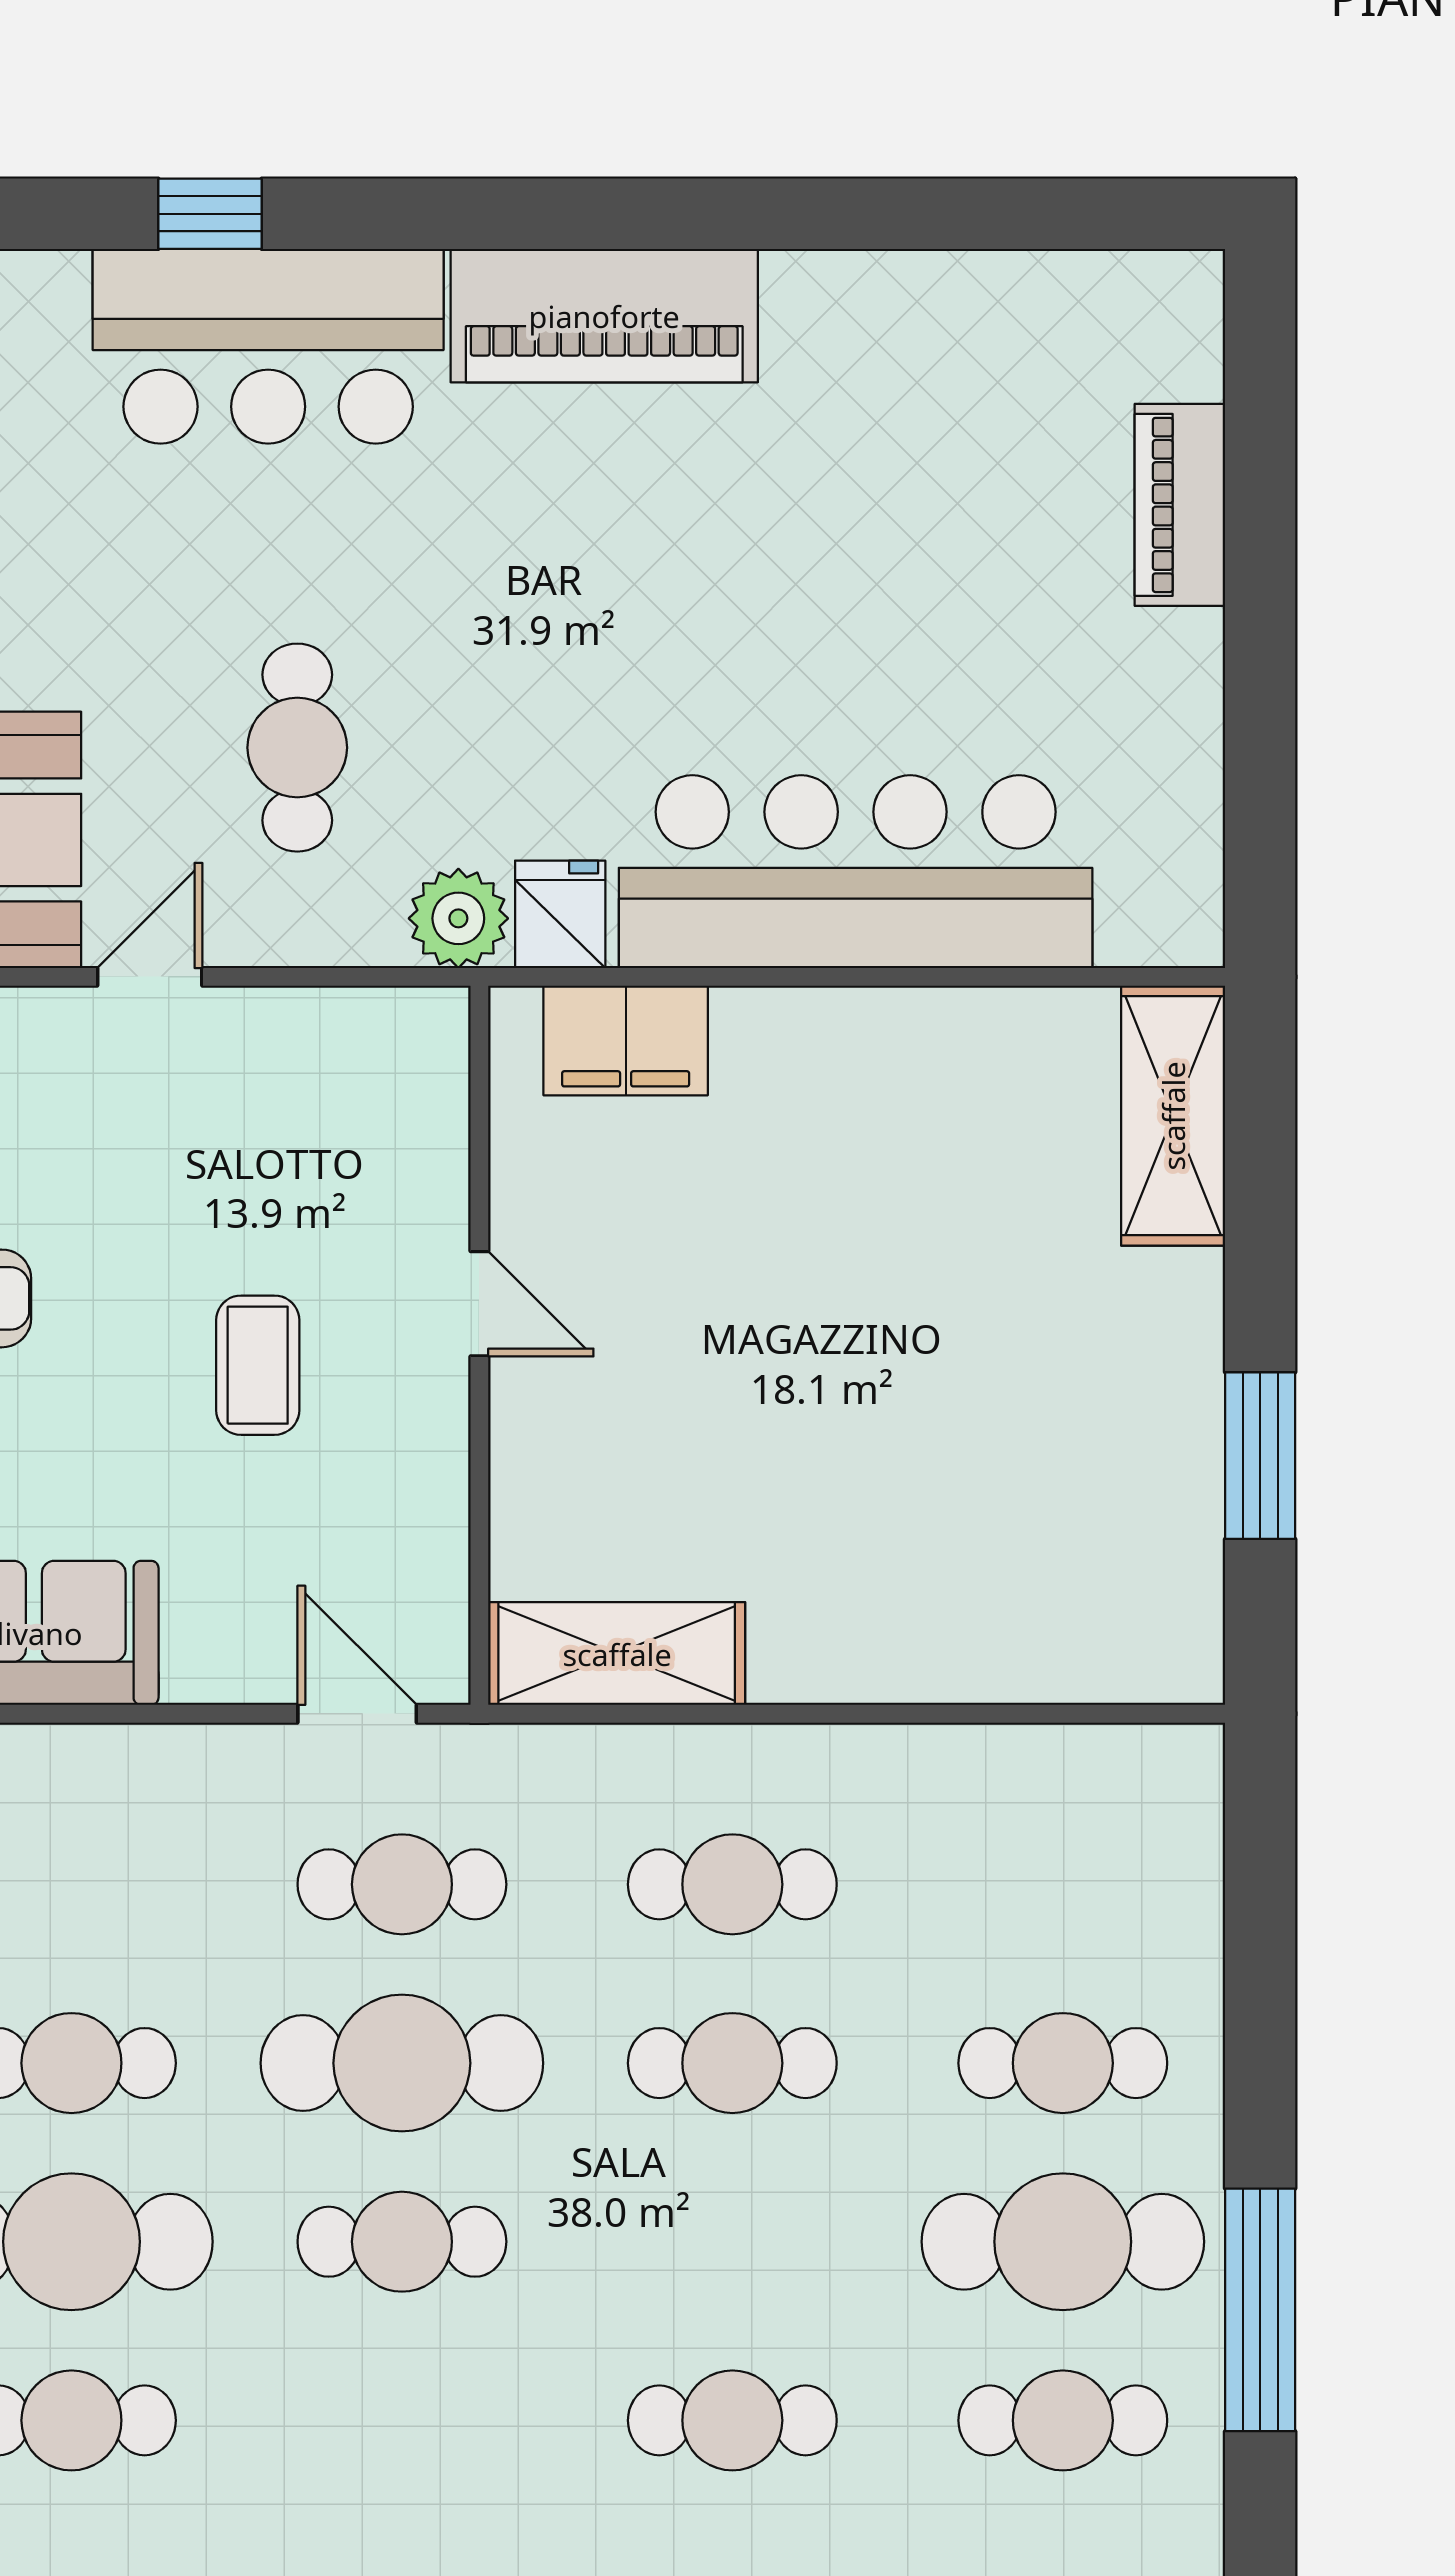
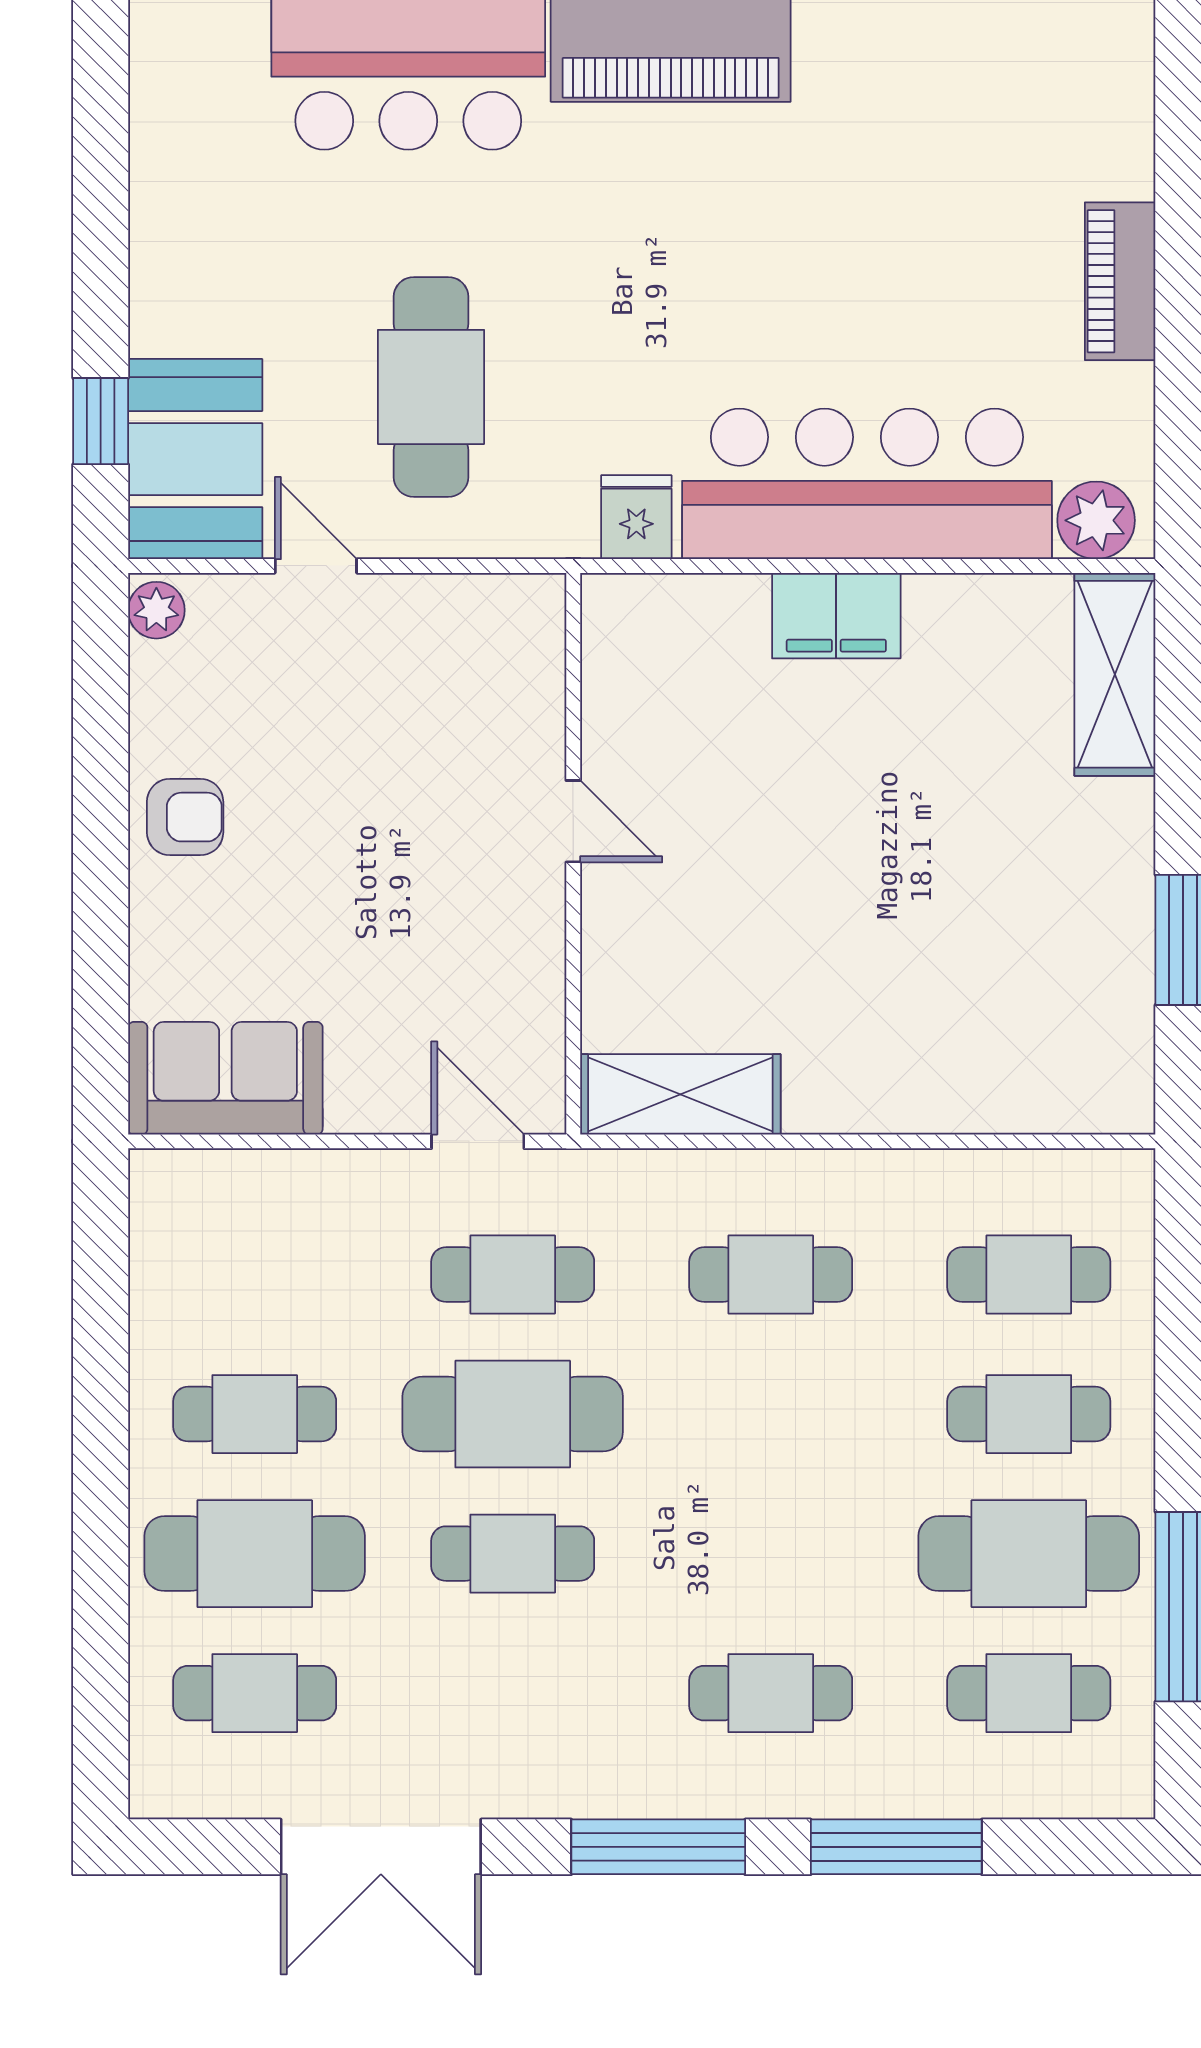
piano: (1180, 505) -> (1120, 281), moved
cafe table: (297, 748) -> (431, 387), width x1.37, depth x1.35
plant: (458, 918) -> (1096, 520), moved
door: (150, 977) -> (316, 566), hinge flipped
filing cabinet: (626, 1040) -> (836, 616), moved
coffee table: (258, 1365) -> (400, 869), removed
cafe table: (732, 2063) -> (1029, 1275), moved

